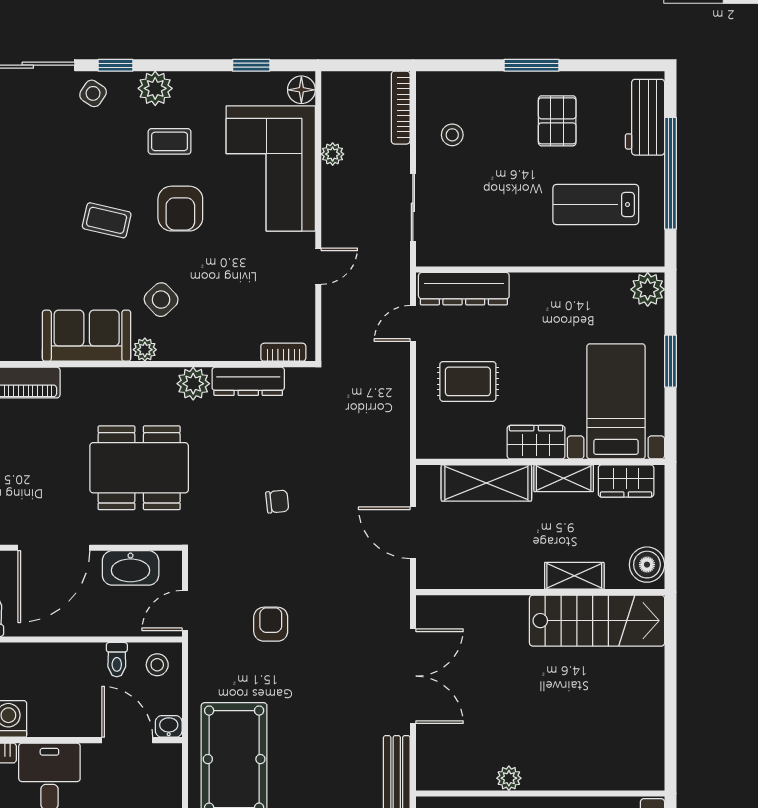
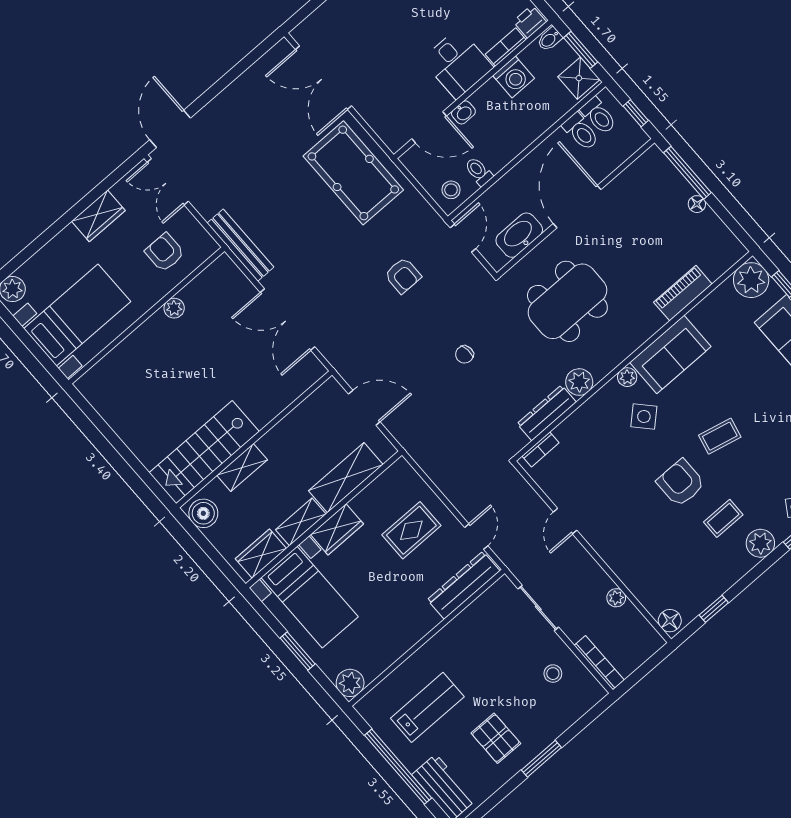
corner sofa: (271, 169) -> (647, 556), removed
washbasin: (169, 726) -> (463, 112), moved

